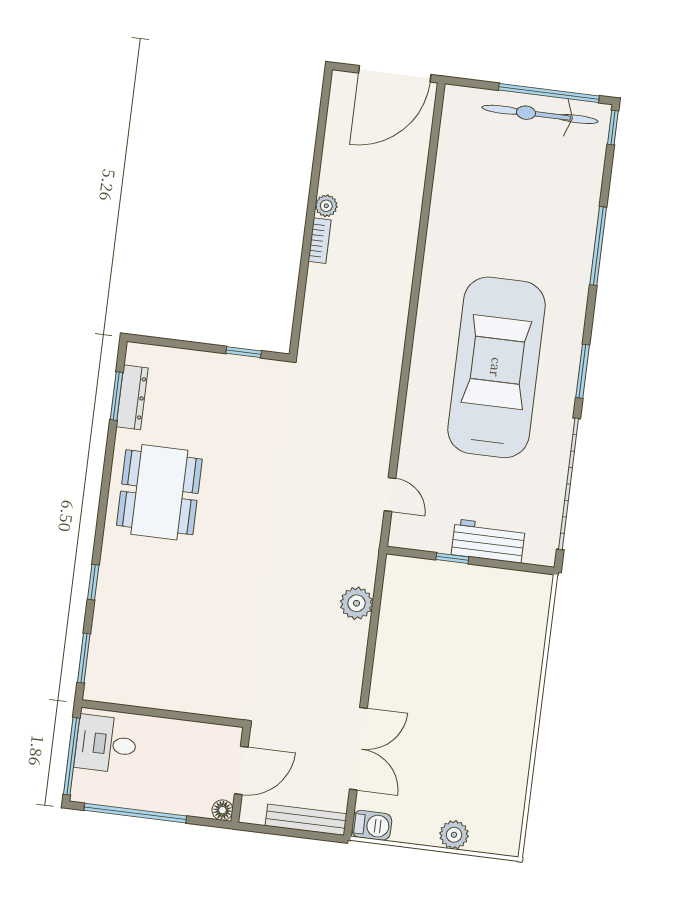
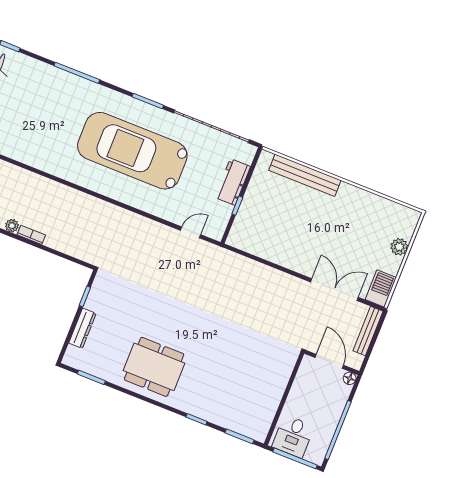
dresser: (132, 397) -> (82, 328), moved, turned 90
plant: (356, 603) -> (249, 269), removed
bench: (529, 654) -> (305, 175), added
barbecue: (372, 825) -> (381, 289), width x1.38, depth x1.27

